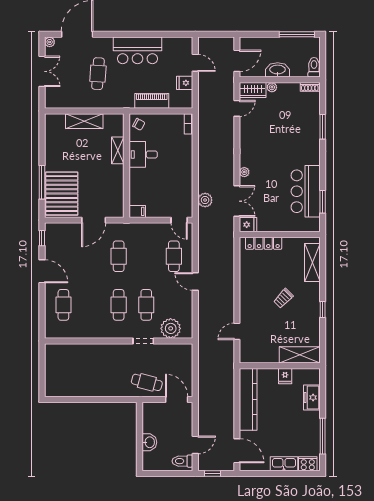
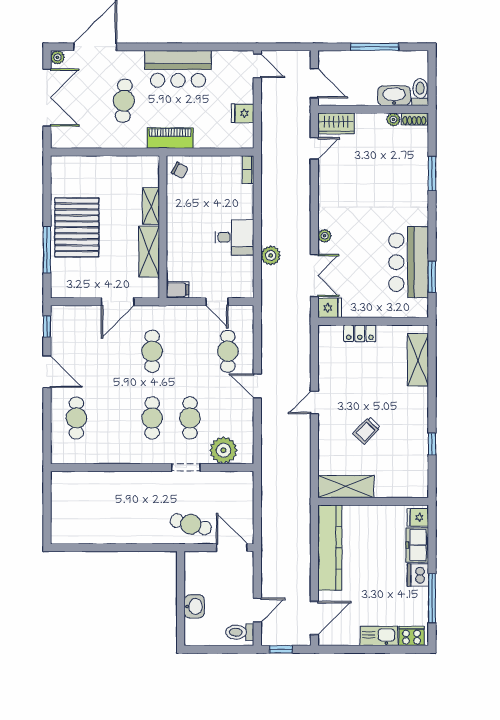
window: (297, 34) -> (375, 47), moved
door: (237, 61) -> (314, 83), hinge flipped
door: (195, 63) -> (257, 66), moved
washbasin: (278, 70) -> (394, 96), moved
double door: (42, 71) -> (47, 98), width x1.37
plant: (272, 87) -> (393, 119), moved
piano: (152, 101) -> (170, 138), moved
shelving: (84, 121) -> (149, 251), moved, turned 90
desk: (143, 154) -> (234, 237), moved, turned 180
pallet: (62, 194) -> (77, 227), moved
plant: (205, 200) -> (271, 255), moved
door: (179, 220) -> (217, 302), moved
locker: (264, 243) -> (360, 333), width x0.66
trolley: (283, 298) -> (367, 430), moved
window: (323, 310) -> (432, 444), moved
door: (237, 331) -> (314, 402), moved
shelving: (300, 355) -> (346, 487), moved
fridge: (285, 376) -> (418, 517), moved, turned 90
dishwasher: (312, 419) -> (418, 575), added
door: (237, 451) -> (314, 618), hinge flipped

